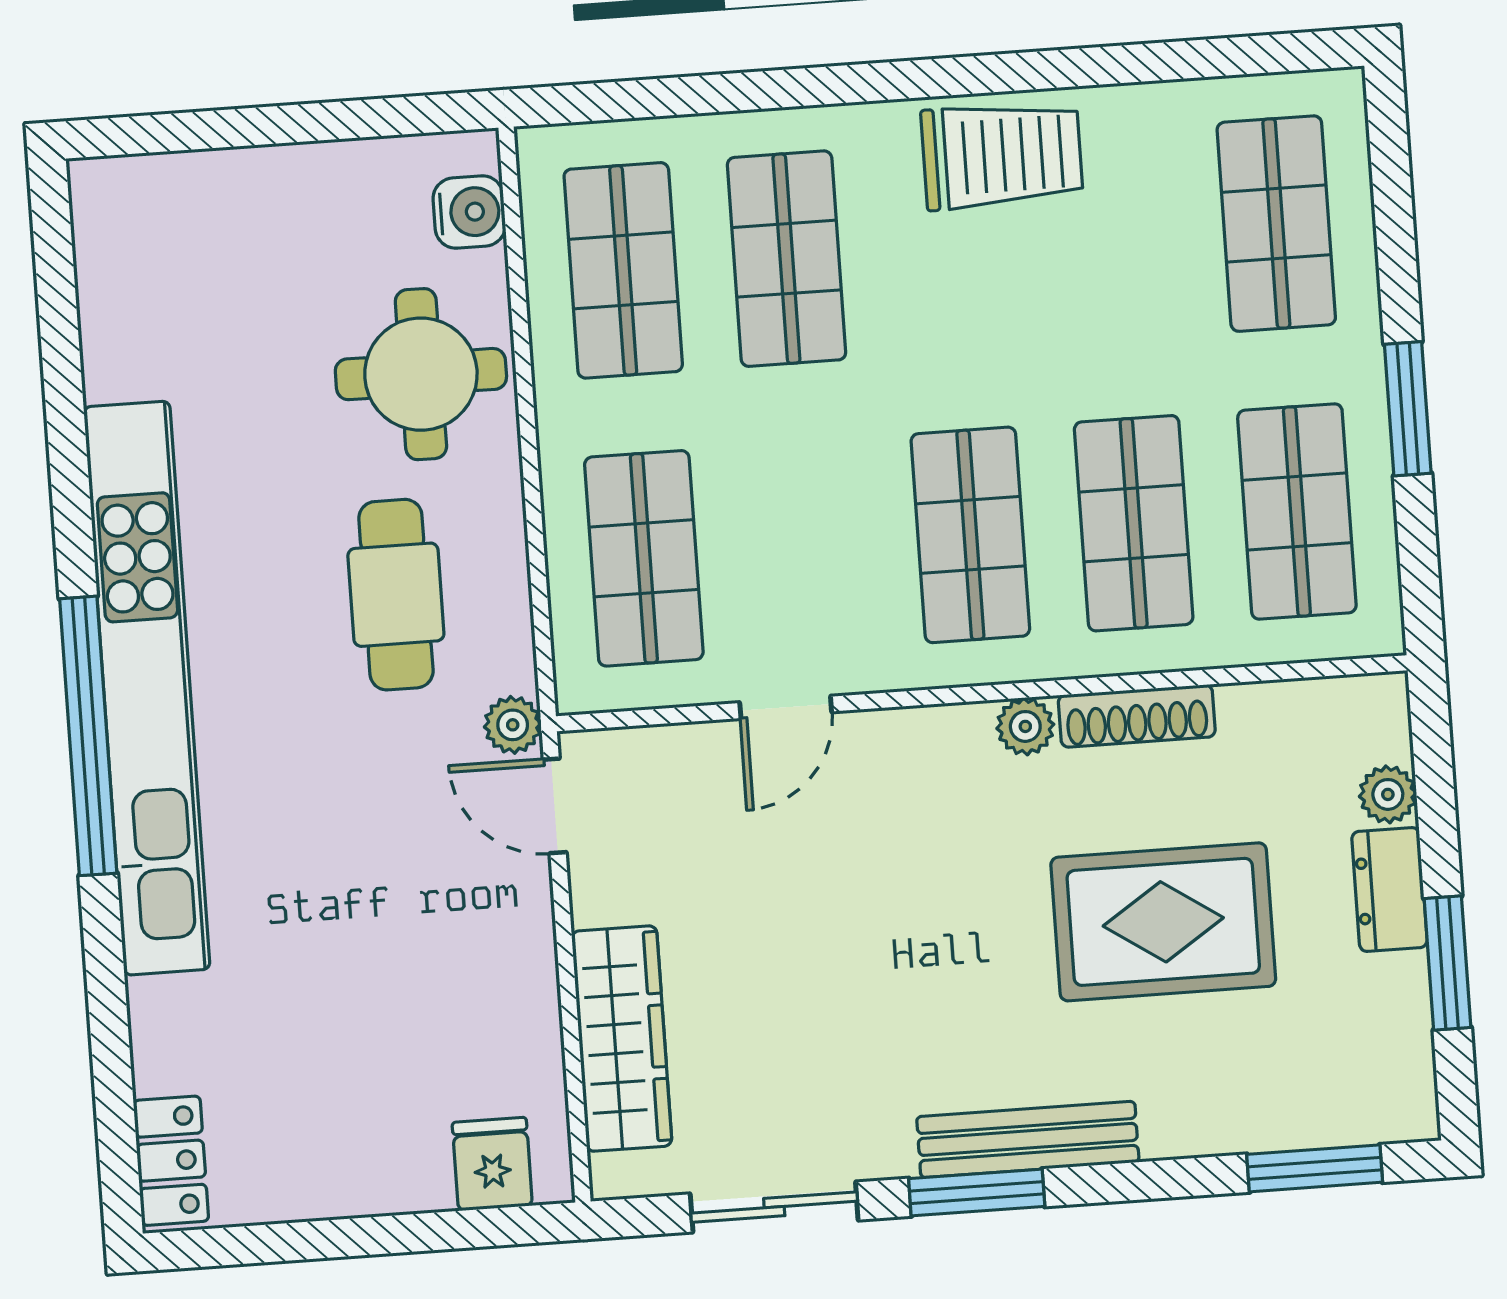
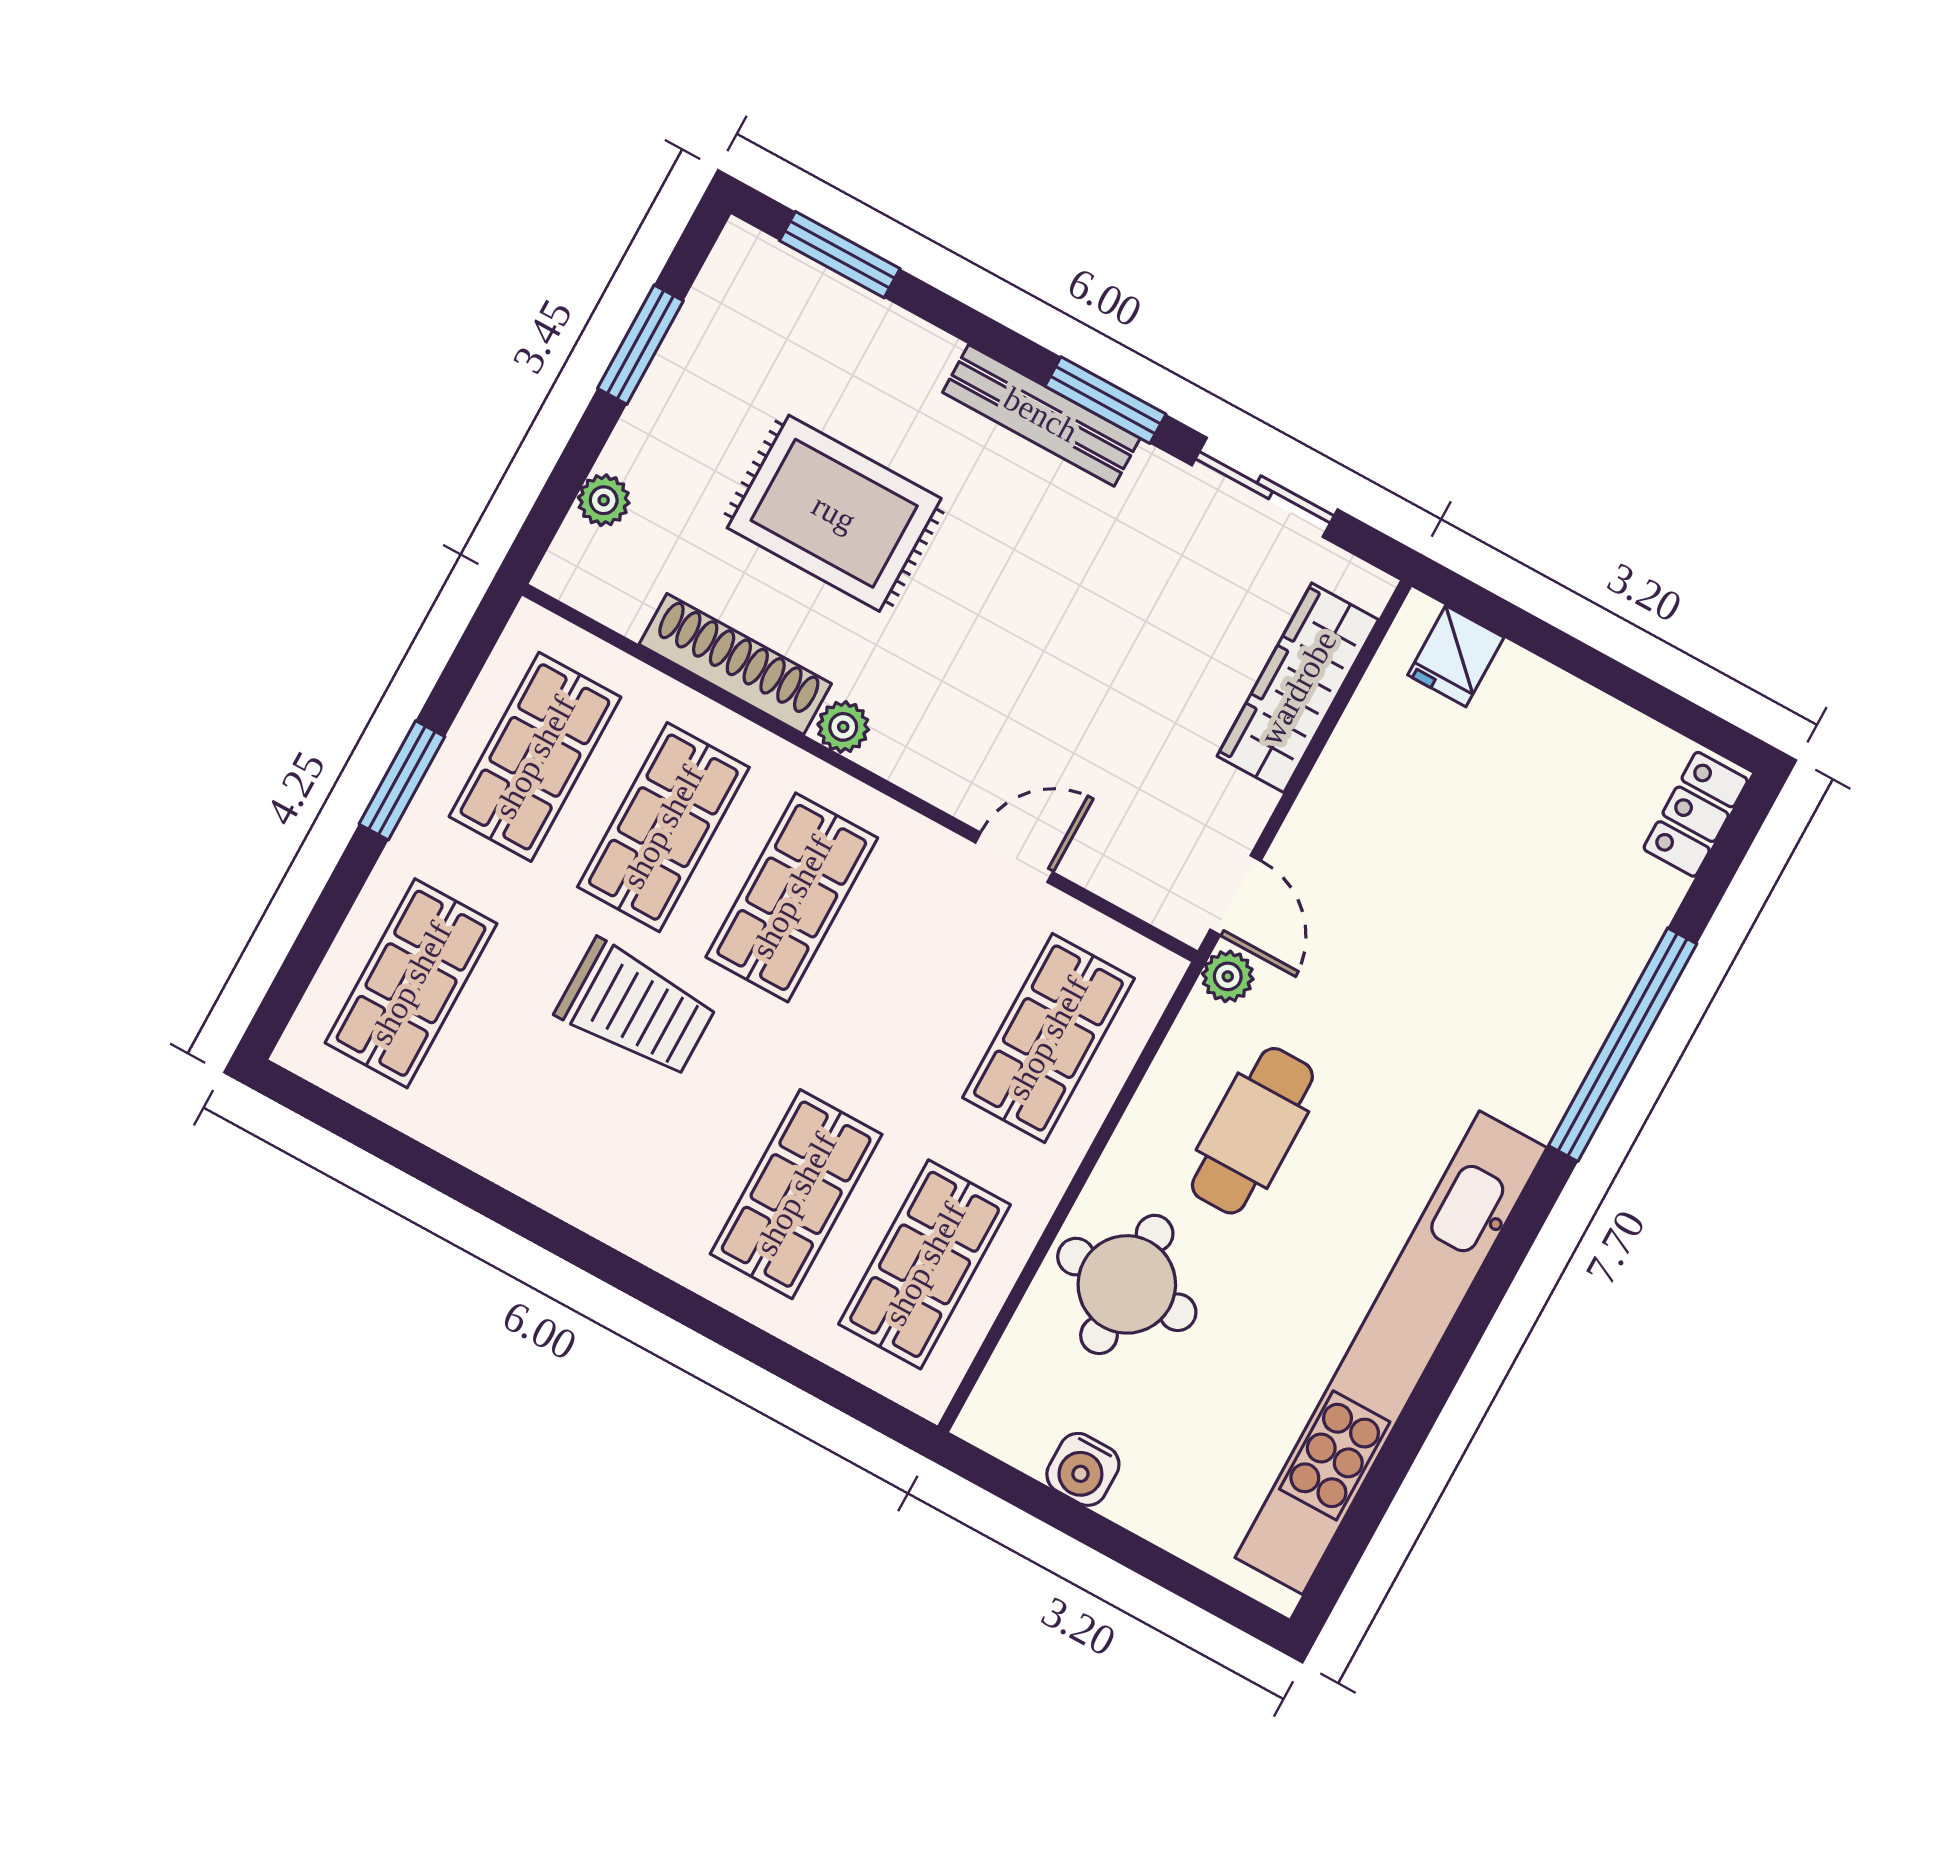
trolley: (1002, 155) -> (636, 1009), moved, turned 180
water cooler: (469, 212) -> (1083, 1469), moved, turned -90
kitchen unit: (147, 688) -> (1391, 1353), moved
shoe rack: (1137, 716) -> (735, 664), width x1.36, depth x1.24
window: (88, 736) -> (1623, 1045), moved
dresser: (1389, 890) -> (648, 428), removed

